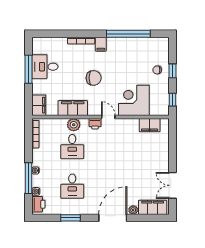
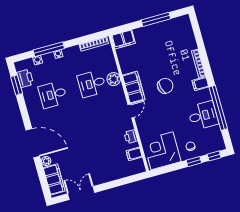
desk: (45, 67) -> (203, 116), moved, turned 90
chair: (94, 78) -> (165, 86), turned -106
corner desk: (134, 100) -> (162, 151), moved, turned -90
window: (173, 100) -> (214, 156), moved
filing cabinet: (73, 108) -> (134, 87), moved
printer: (95, 124) -> (131, 137), moved
filing cabinet: (150, 125) -> (134, 154), width x0.50
printer: (38, 204) -> (25, 78), moved, turned -90
window: (71, 218) -> (17, 85), moved

